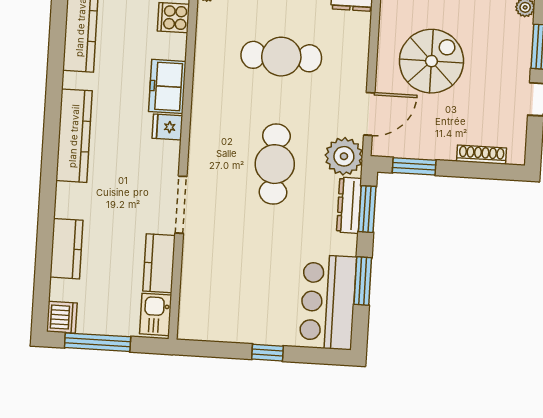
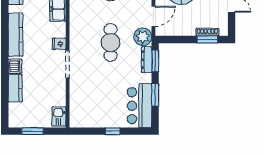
fridge: (167, 127) -> (59, 44), moved
window: (414, 166) -> (207, 40), moved
kitchen counter: (159, 263) -> (59, 92), removed
dishwasher: (62, 317) -> (15, 66), moved
window: (98, 342) -> (33, 131), width x0.69

